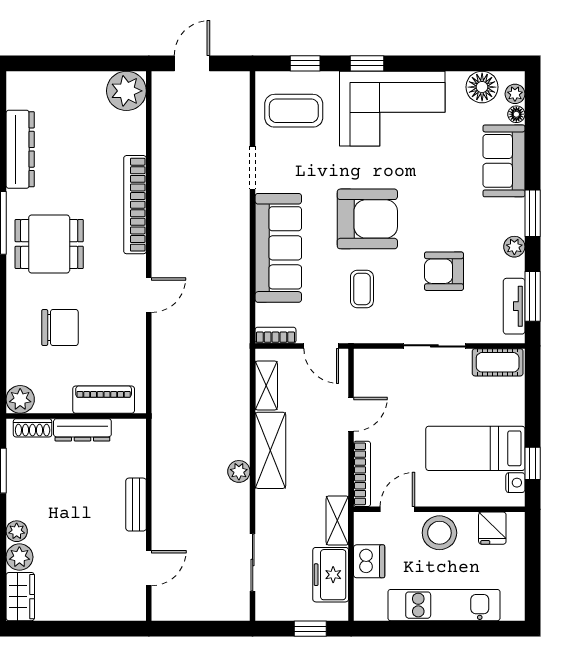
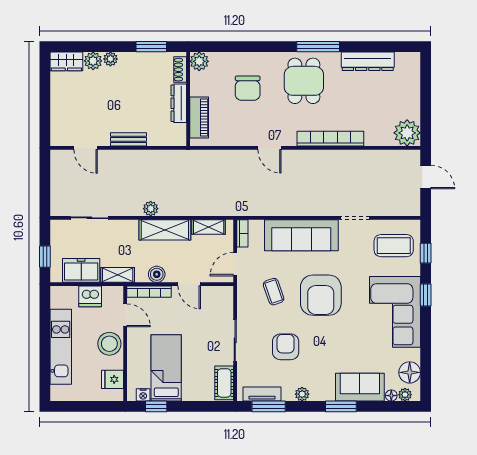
coffee table: (294, 111) -> (394, 246), turned 90
window: (533, 213) -> (341, 406), moved
coffee table: (362, 289) -> (274, 292), turned 71
boiler: (336, 462) -> (157, 274), added

